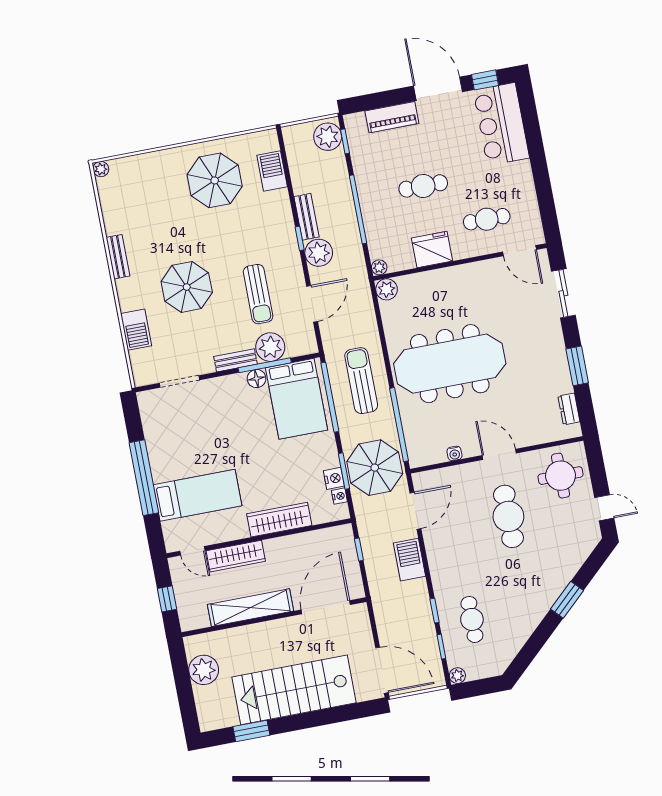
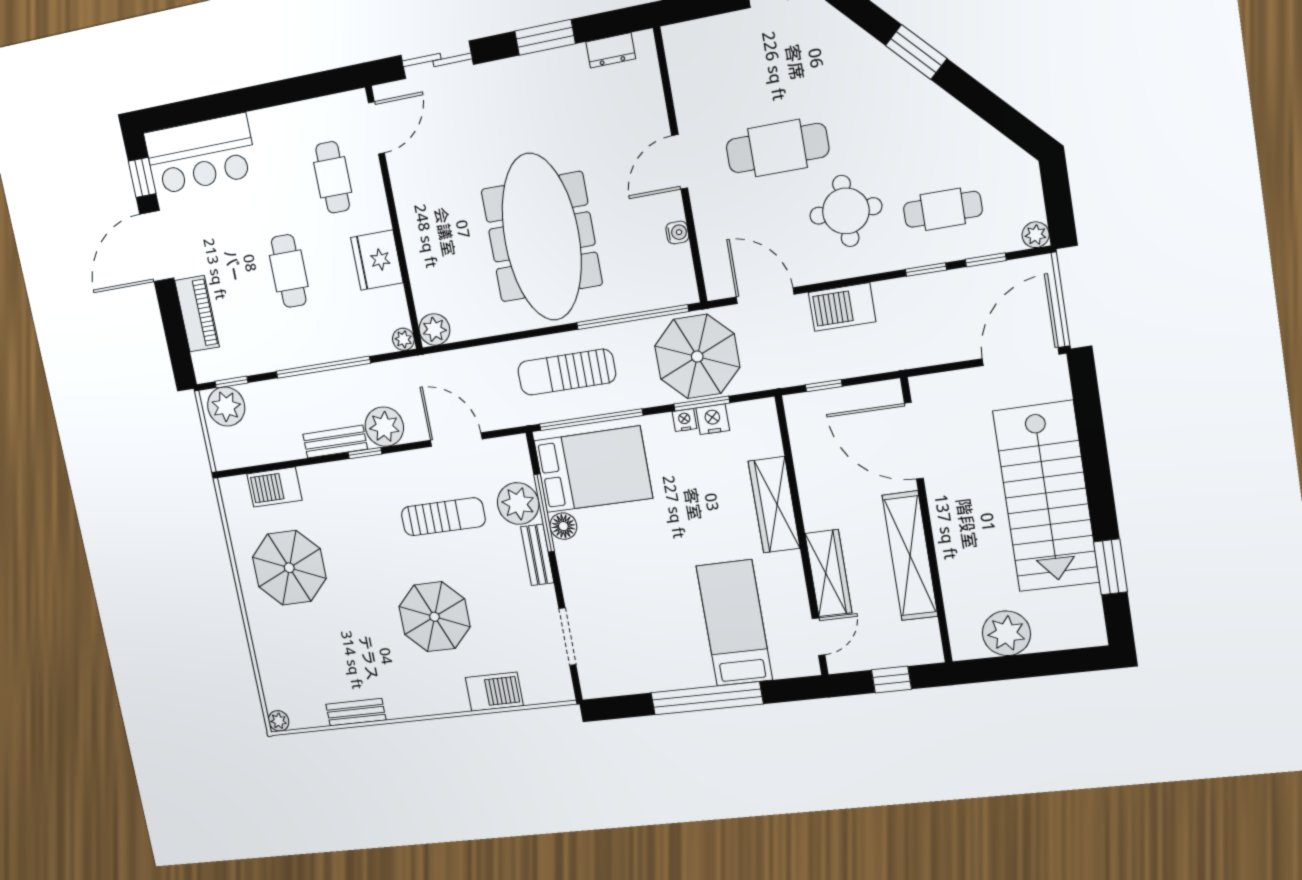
bench: (118, 257) -> (356, 712), moved
round table: (561, 476) -> (846, 211), moved
nightstand: (339, 496) -> (685, 420), moved

